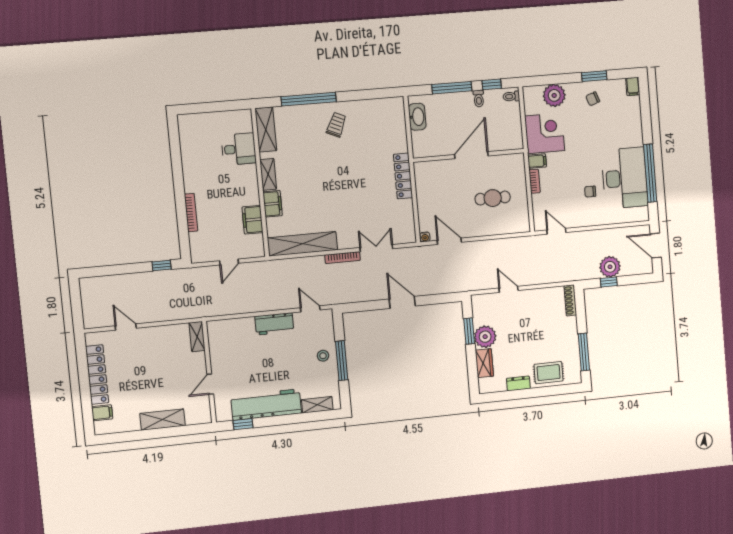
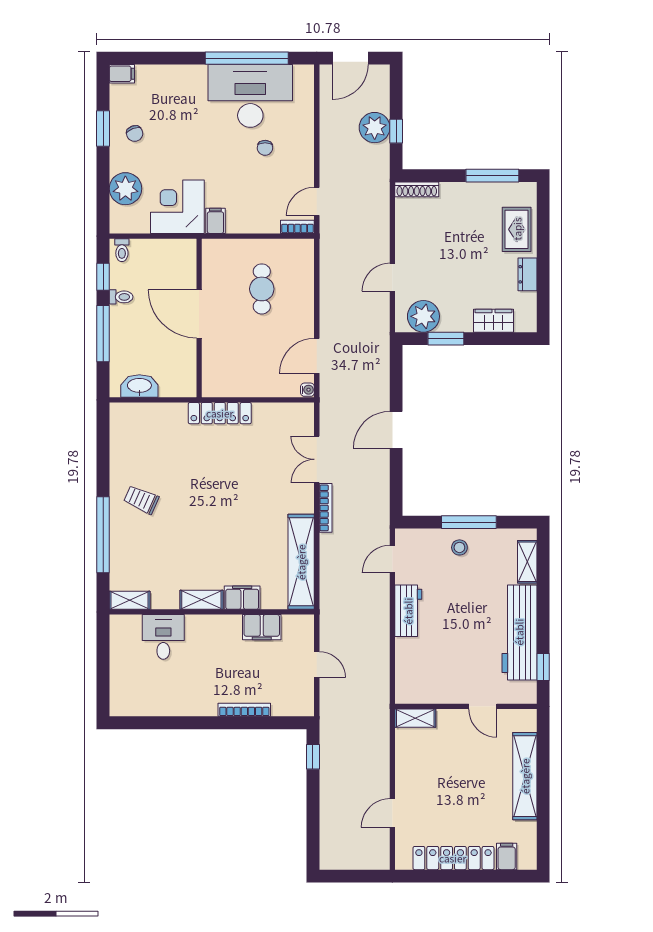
shelving: (266, 130) -> (130, 600), width x0.67, depth x0.75
bookcase: (535, 181) -> (297, 227), moved
plant: (485, 337) -> (423, 316), moved
shelving: (163, 420) -> (525, 776), width x1.47

